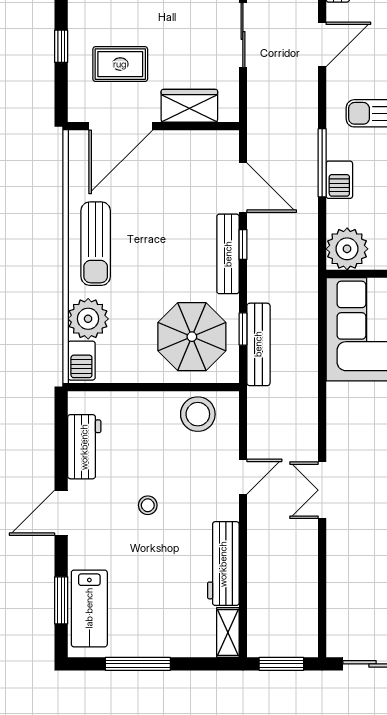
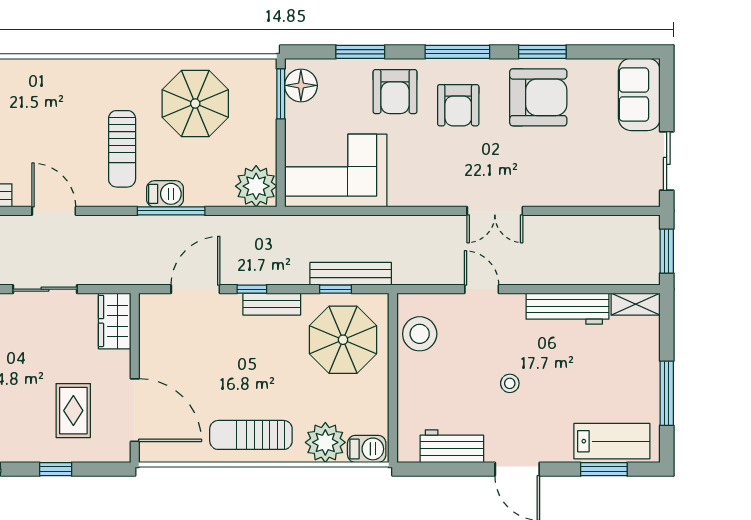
wardrobe: (189, 106) -> (115, 321), moved
barbecue: (339, 180) -> (165, 194), moved
sun lounger: (96, 244) -> (251, 435), turned 180
bench: (228, 254) -> (272, 304), width x0.73

